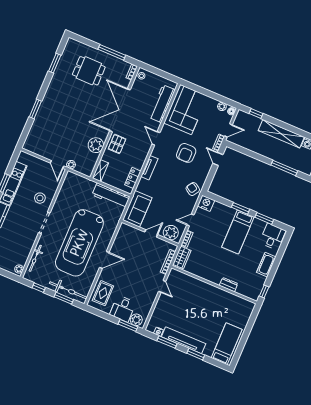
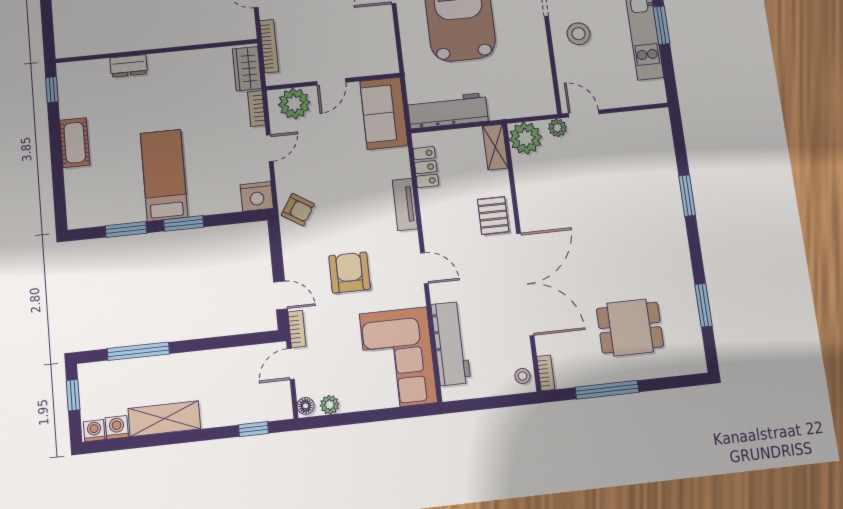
shelving: (281, 134) -> (164, 419), width x0.68
plant: (96, 145) -> (525, 138), moved
desk: (273, 237) -> (91, 203), removed

